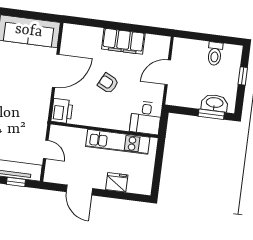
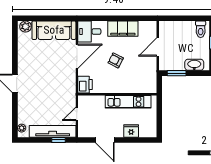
toilet: (215, 54) -> (201, 29), moved
window: (211, 114) -> (177, 73), moved
desk: (146, 118) -> (89, 32), moved, turned 90
door: (46, 149) -> (77, 114), swing flipped

